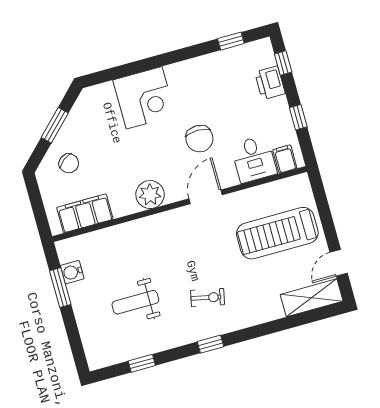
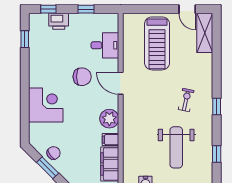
filing cabinet: (285, 159) -> (110, 140), moved
chair: (69, 163) -> (54, 153), moved
weight bench: (135, 302) -> (176, 147), width x1.36, depth x1.33

